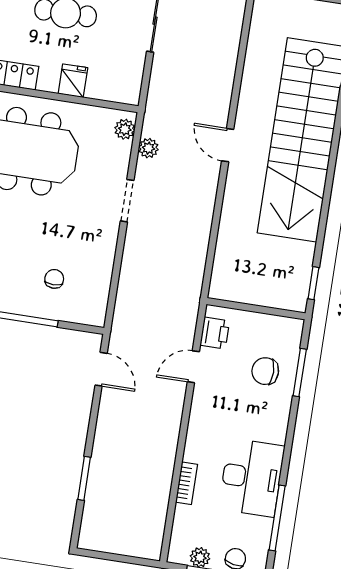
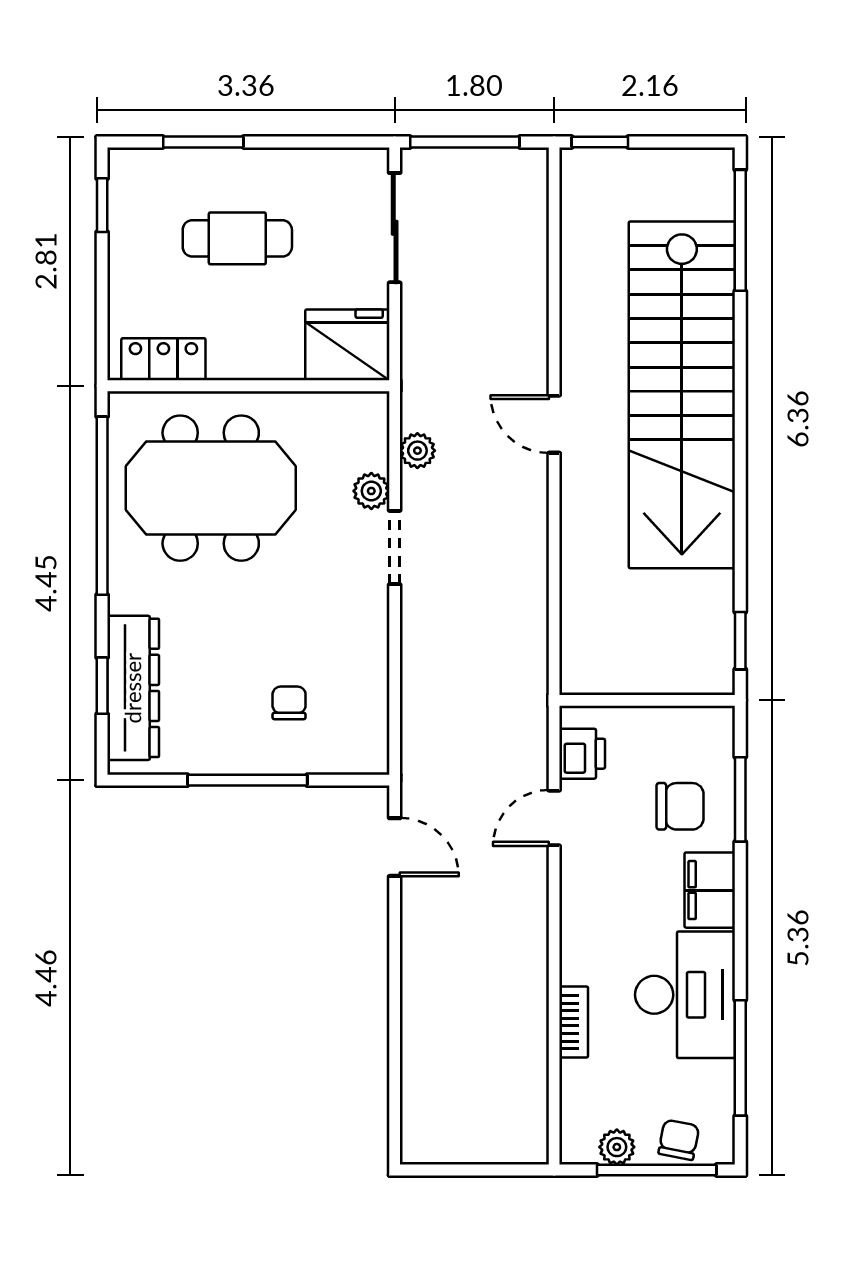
fridge: (73, 81) -> (347, 345), moved, width x1.88, depth x1.34
plant: (125, 129) -> (371, 491), moved
chair: (265, 371) -> (680, 806), turned 180
filing cabinet: (275, 421) -> (710, 890), added
window: (84, 478) -> (395, 1041), removed

